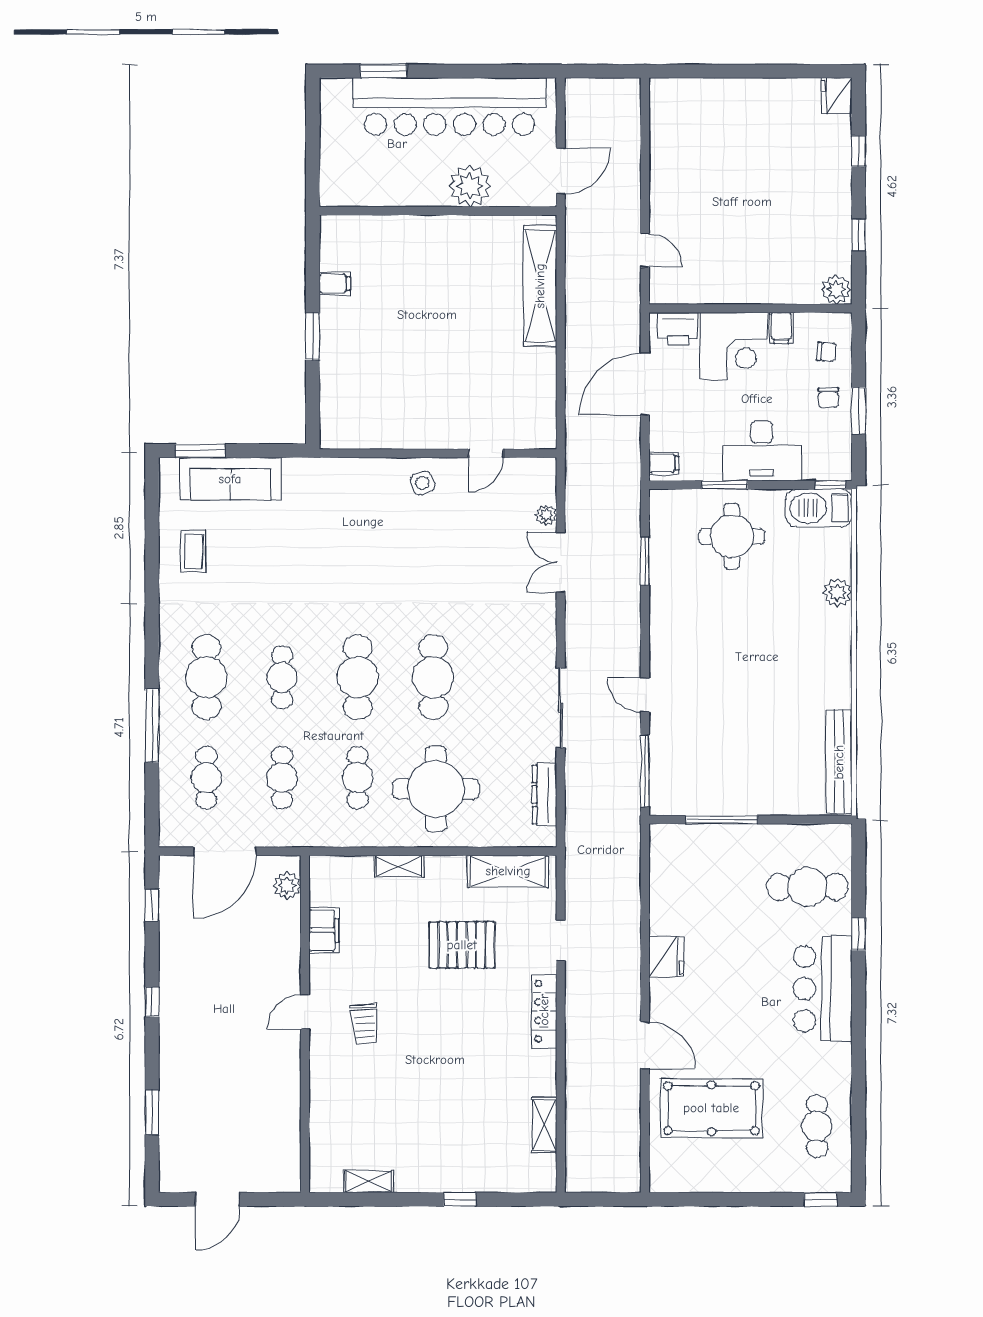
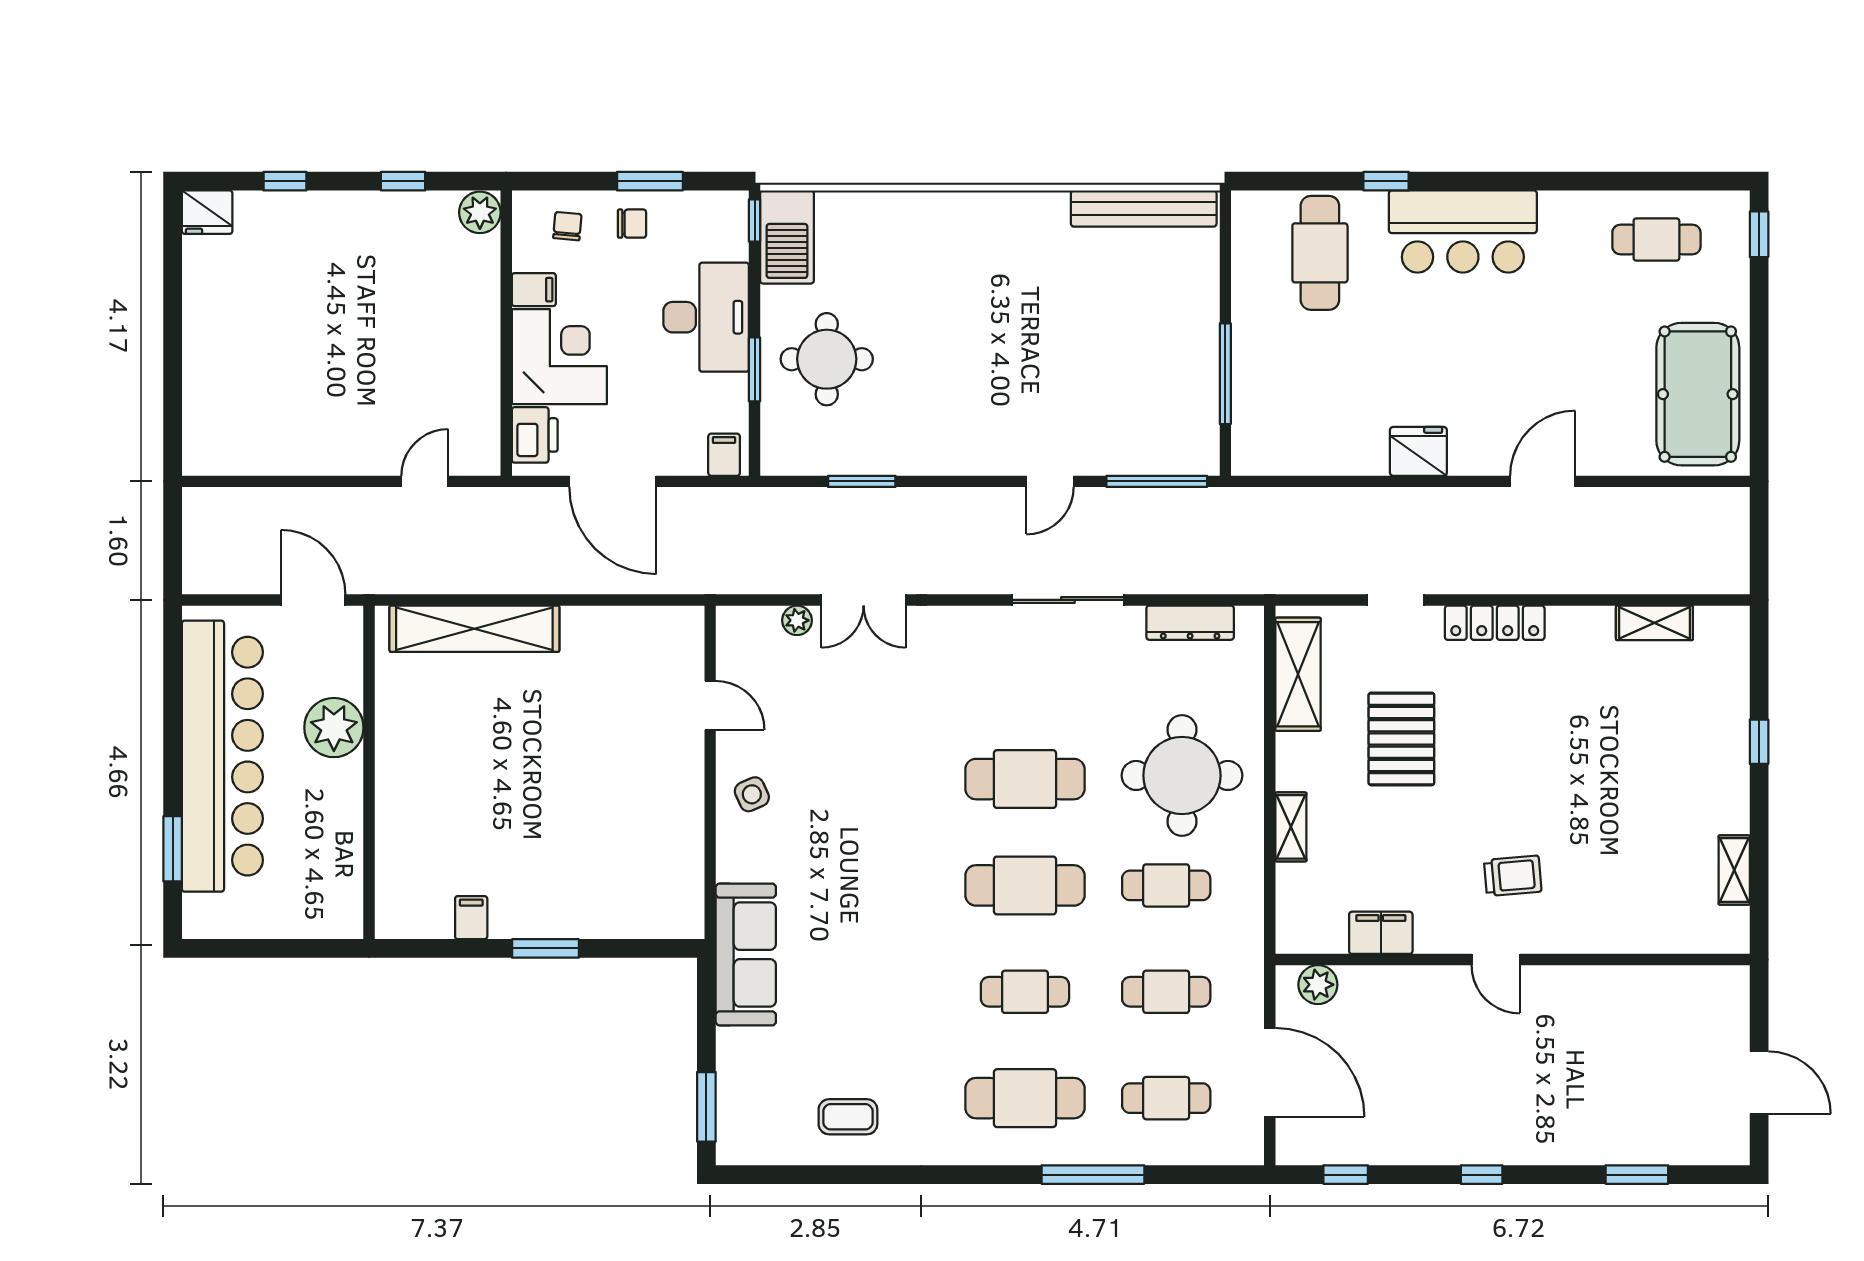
sofa: (230, 479) -> (746, 955), moved
plant: (837, 593) -> (906, 211), removed
pool table: (711, 1108) -> (1698, 394), moved

